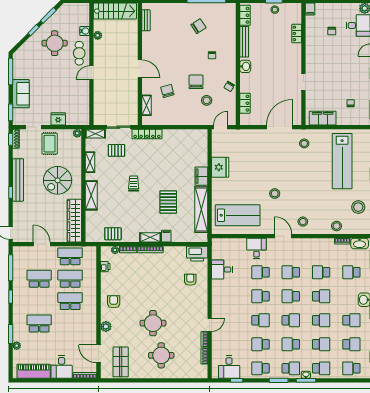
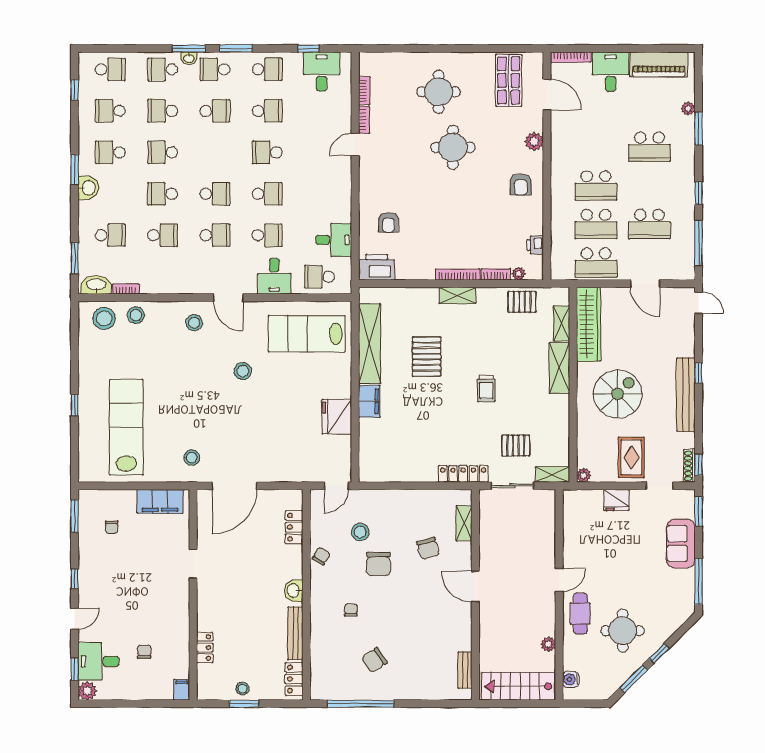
water cooler: (85, 31) -> (571, 679), moved
shelving: (90, 162) -> (562, 323), moved
stool: (358, 207) -> (104, 318), moved
filing cabinet: (166, 236) -> (430, 298), removed
school desk: (291, 320) -> (319, 277), moved

